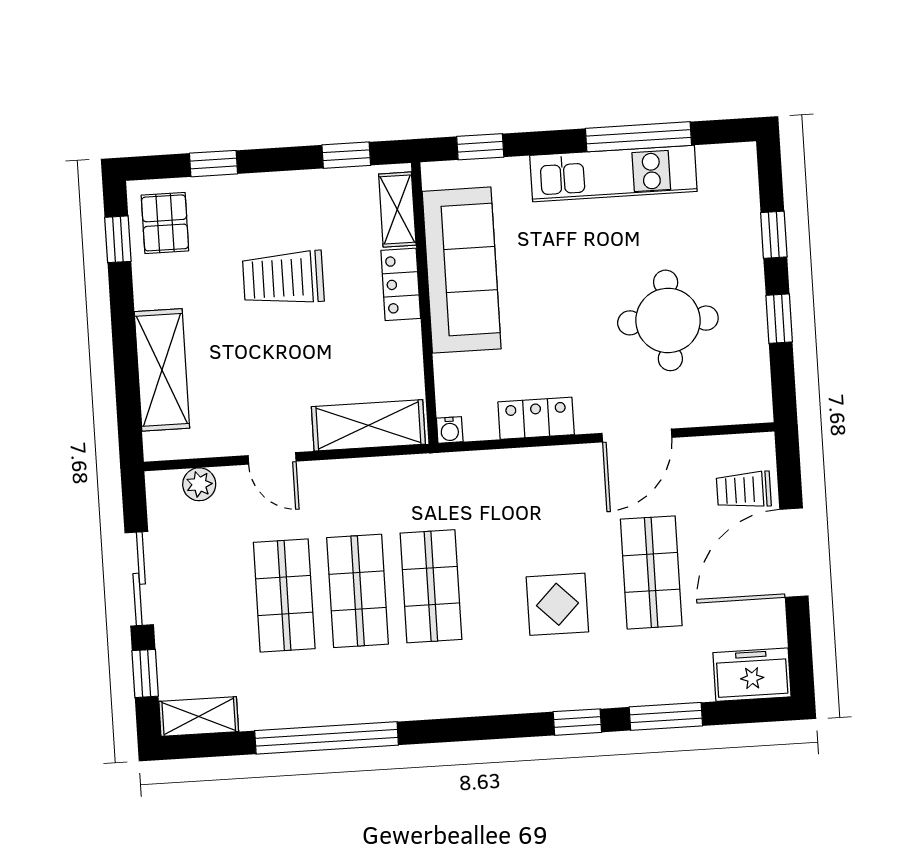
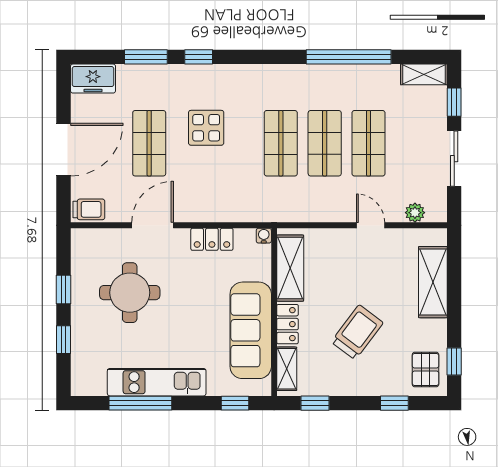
trolley: (283, 278) -> (357, 332), turned -53
shelving: (368, 425) -> (290, 268), moved, turned 90
trolley: (744, 490) -> (89, 209), moved

